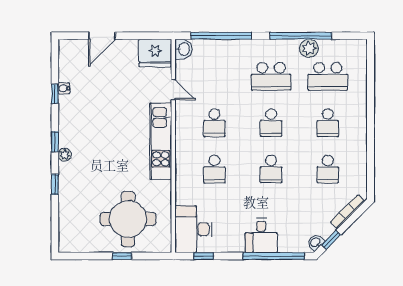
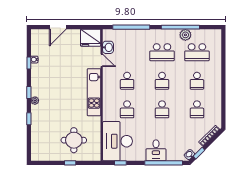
washbasin: (183, 49) -> (108, 47), moved
round table: (128, 219) -> (74, 140), width x0.73, depth x0.73
desk: (193, 229) -> (118, 141), width x1.36, depth x1.30

